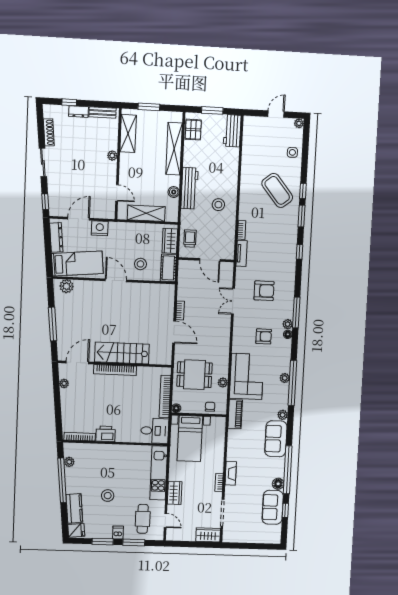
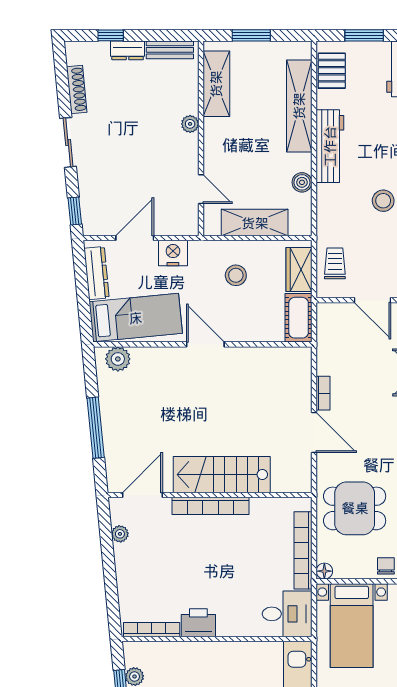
workbench: (190, 188) -> (330, 146), moved
stool: (140, 264) -> (236, 275), moved

